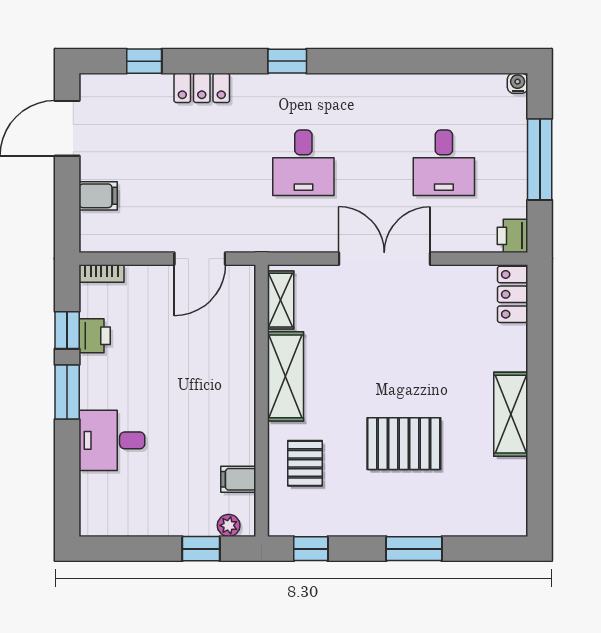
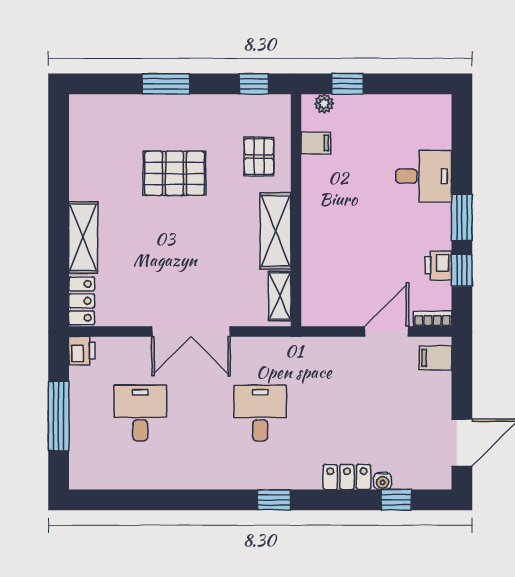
water cooler: (518, 83) -> (383, 481), moved
filing cabinet: (98, 196) -> (435, 358), moved
door: (200, 259) -> (387, 331), moved
shelving: (511, 414) -> (83, 237), moved

